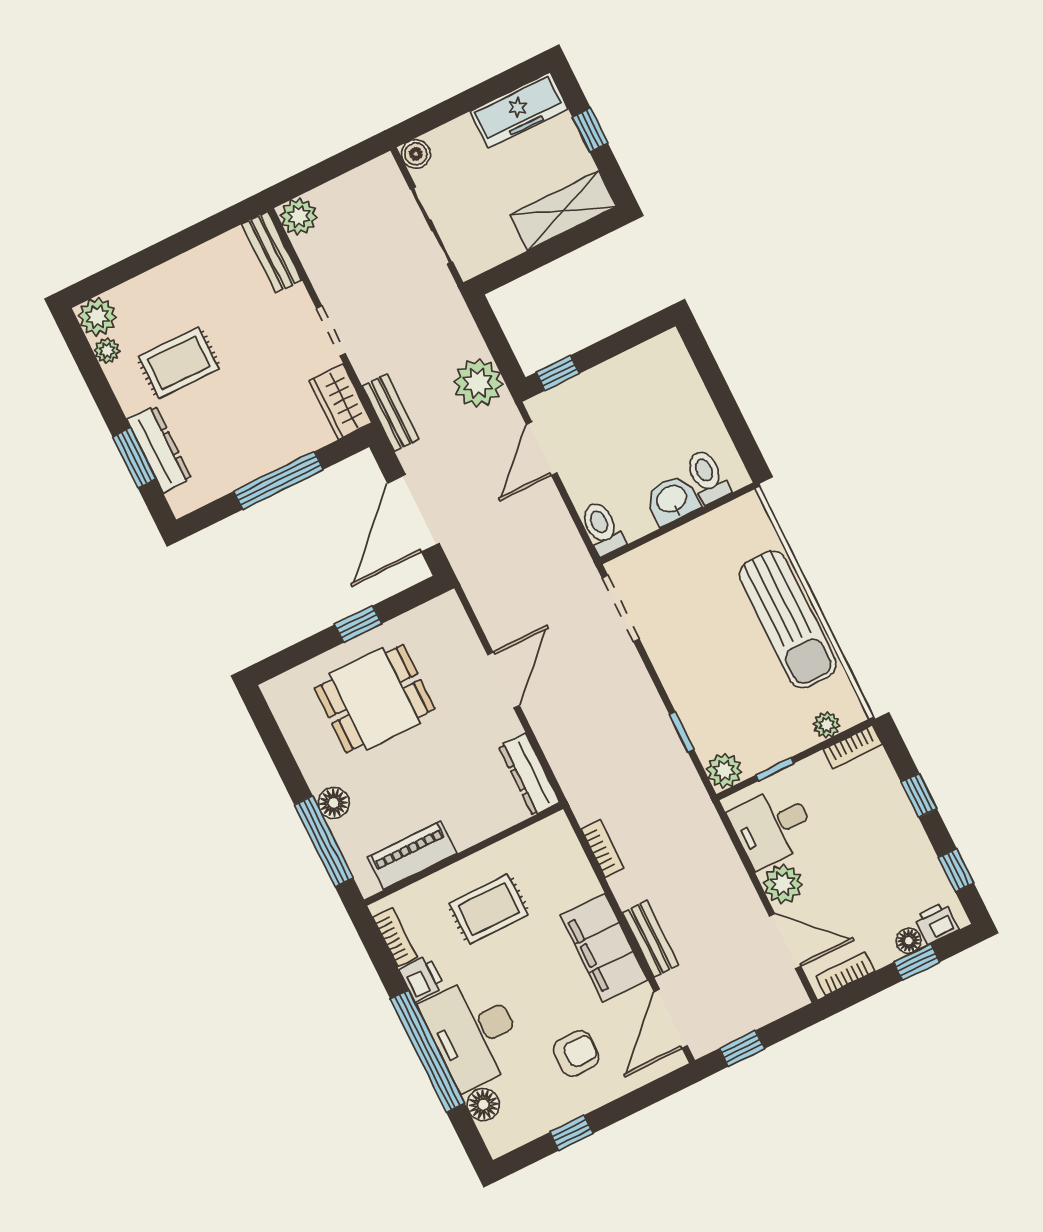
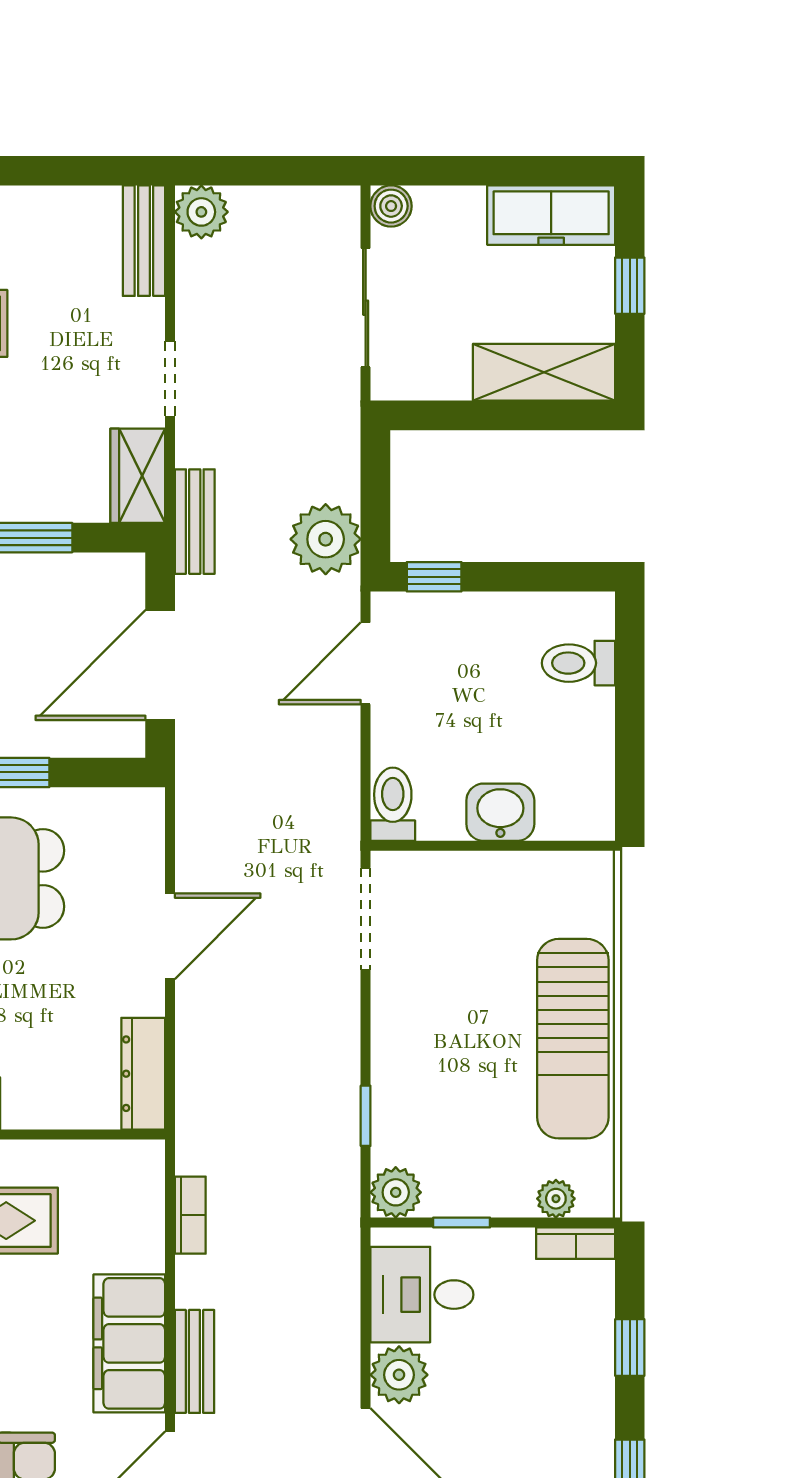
toilet: (707, 476) -> (578, 663), moved, turned -90

